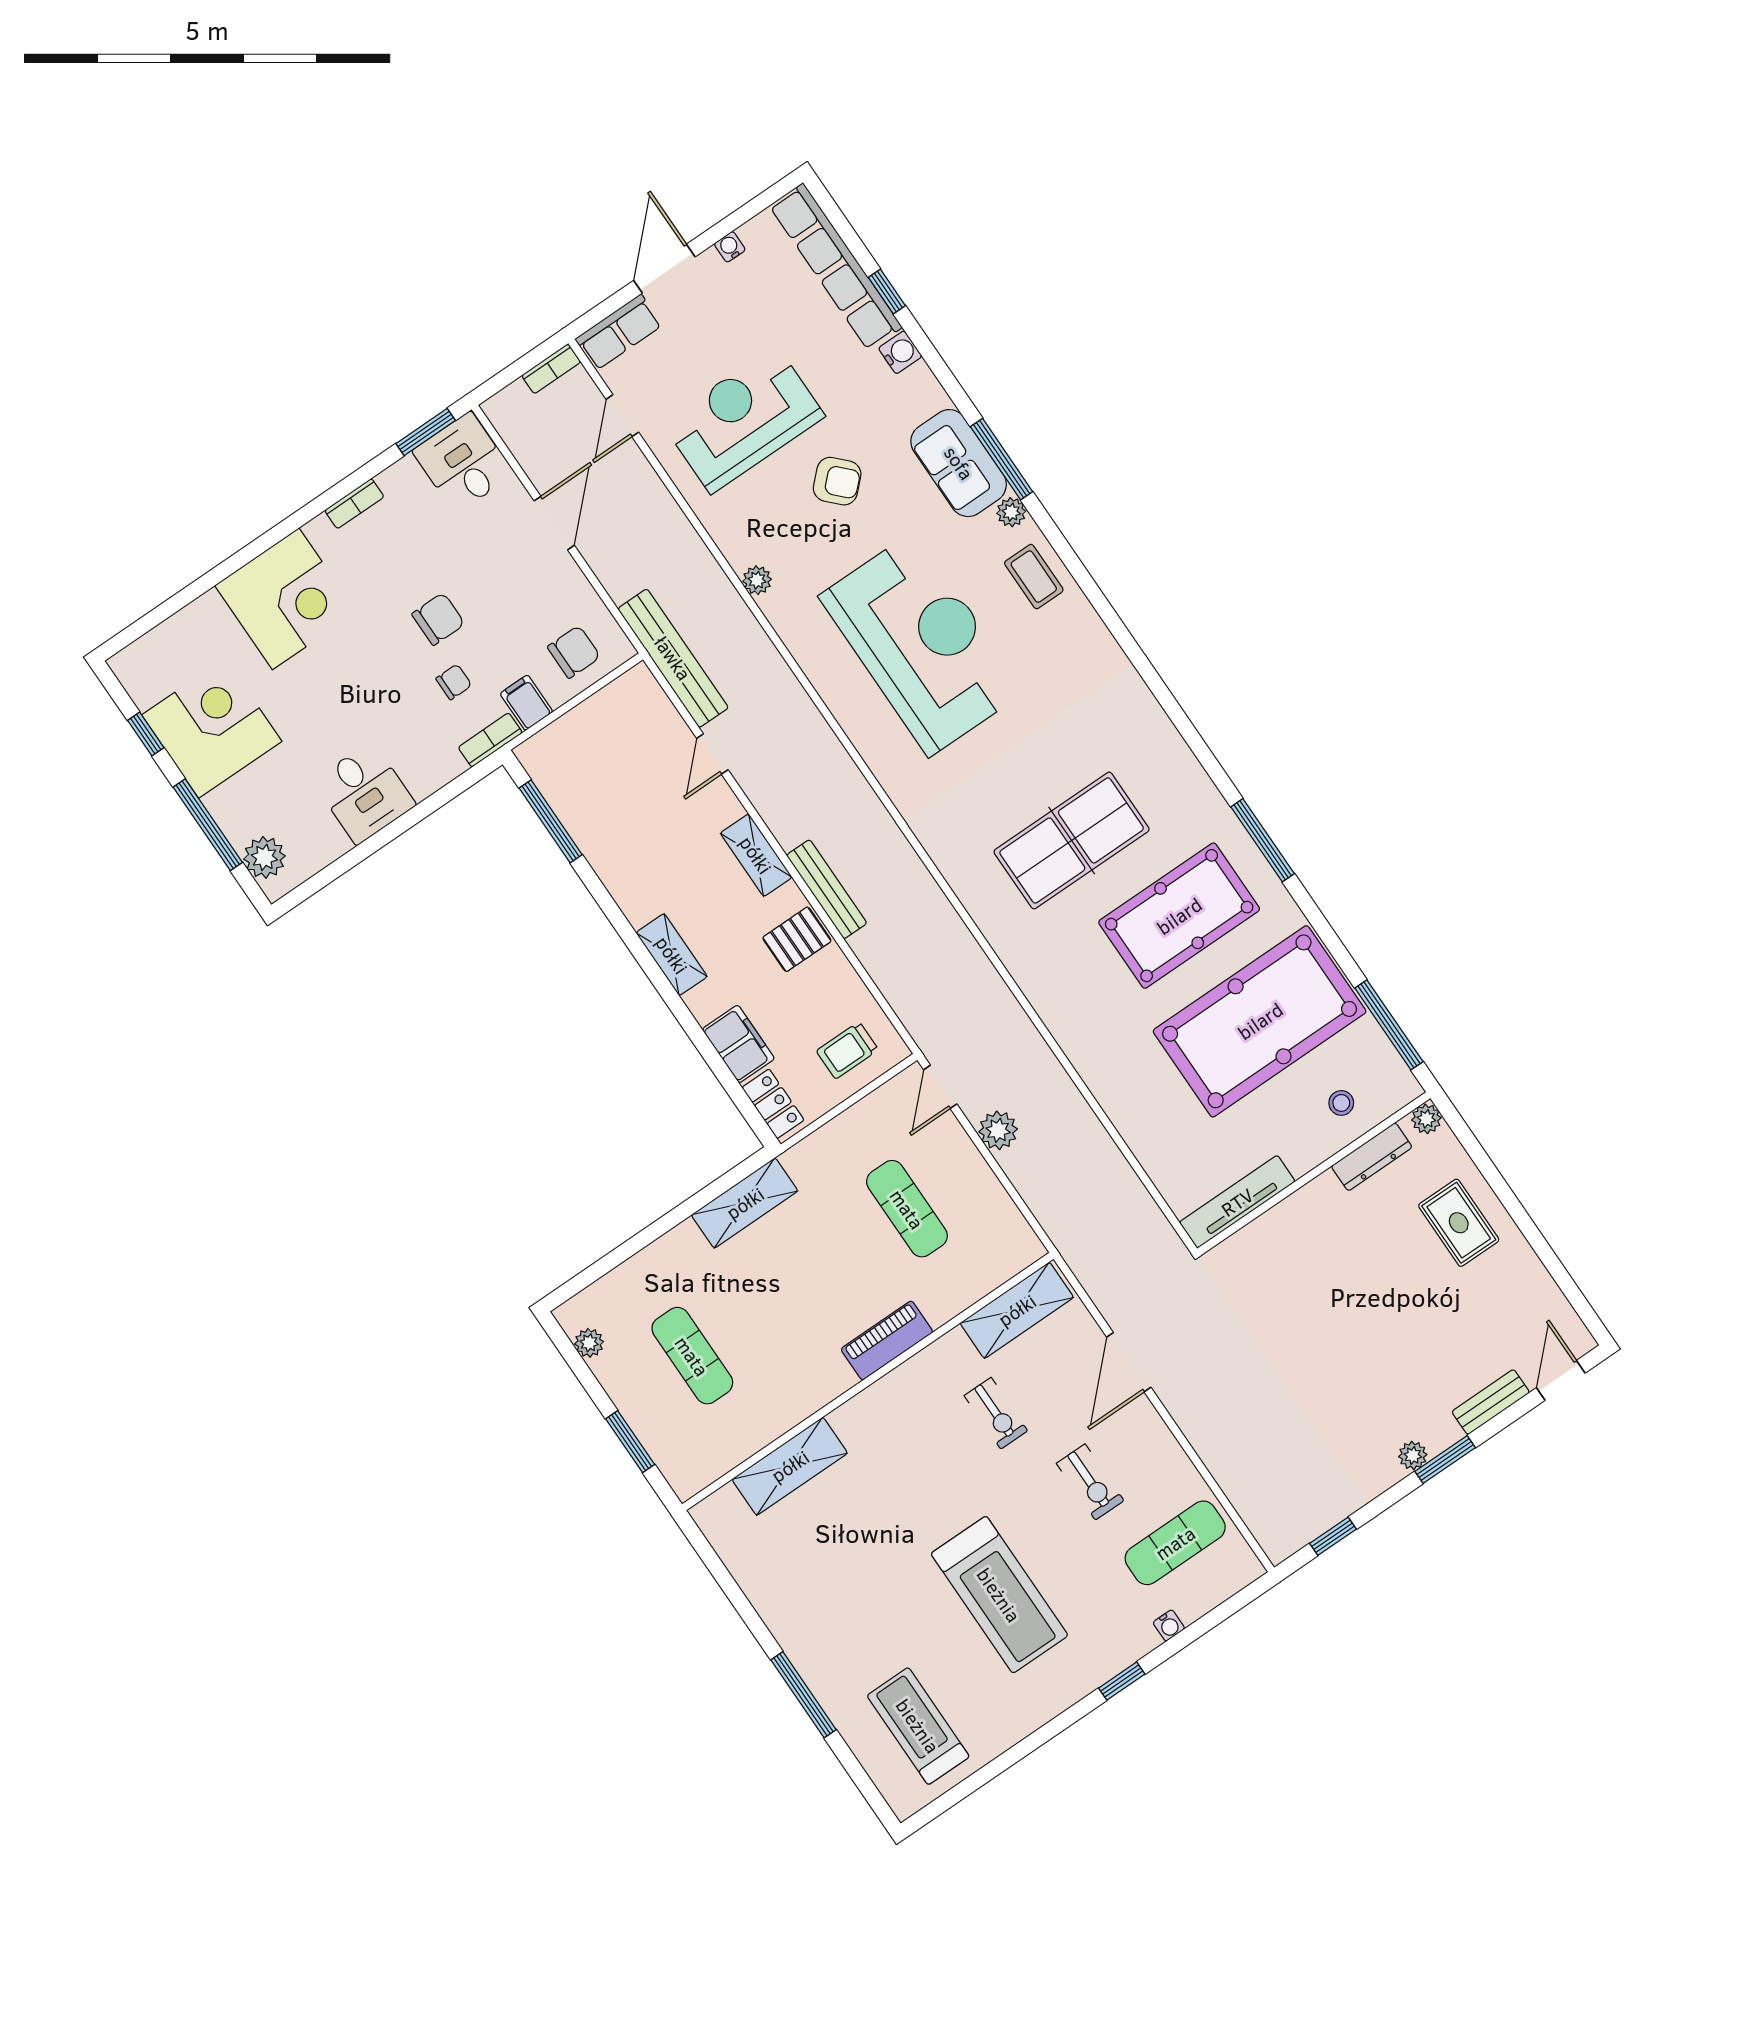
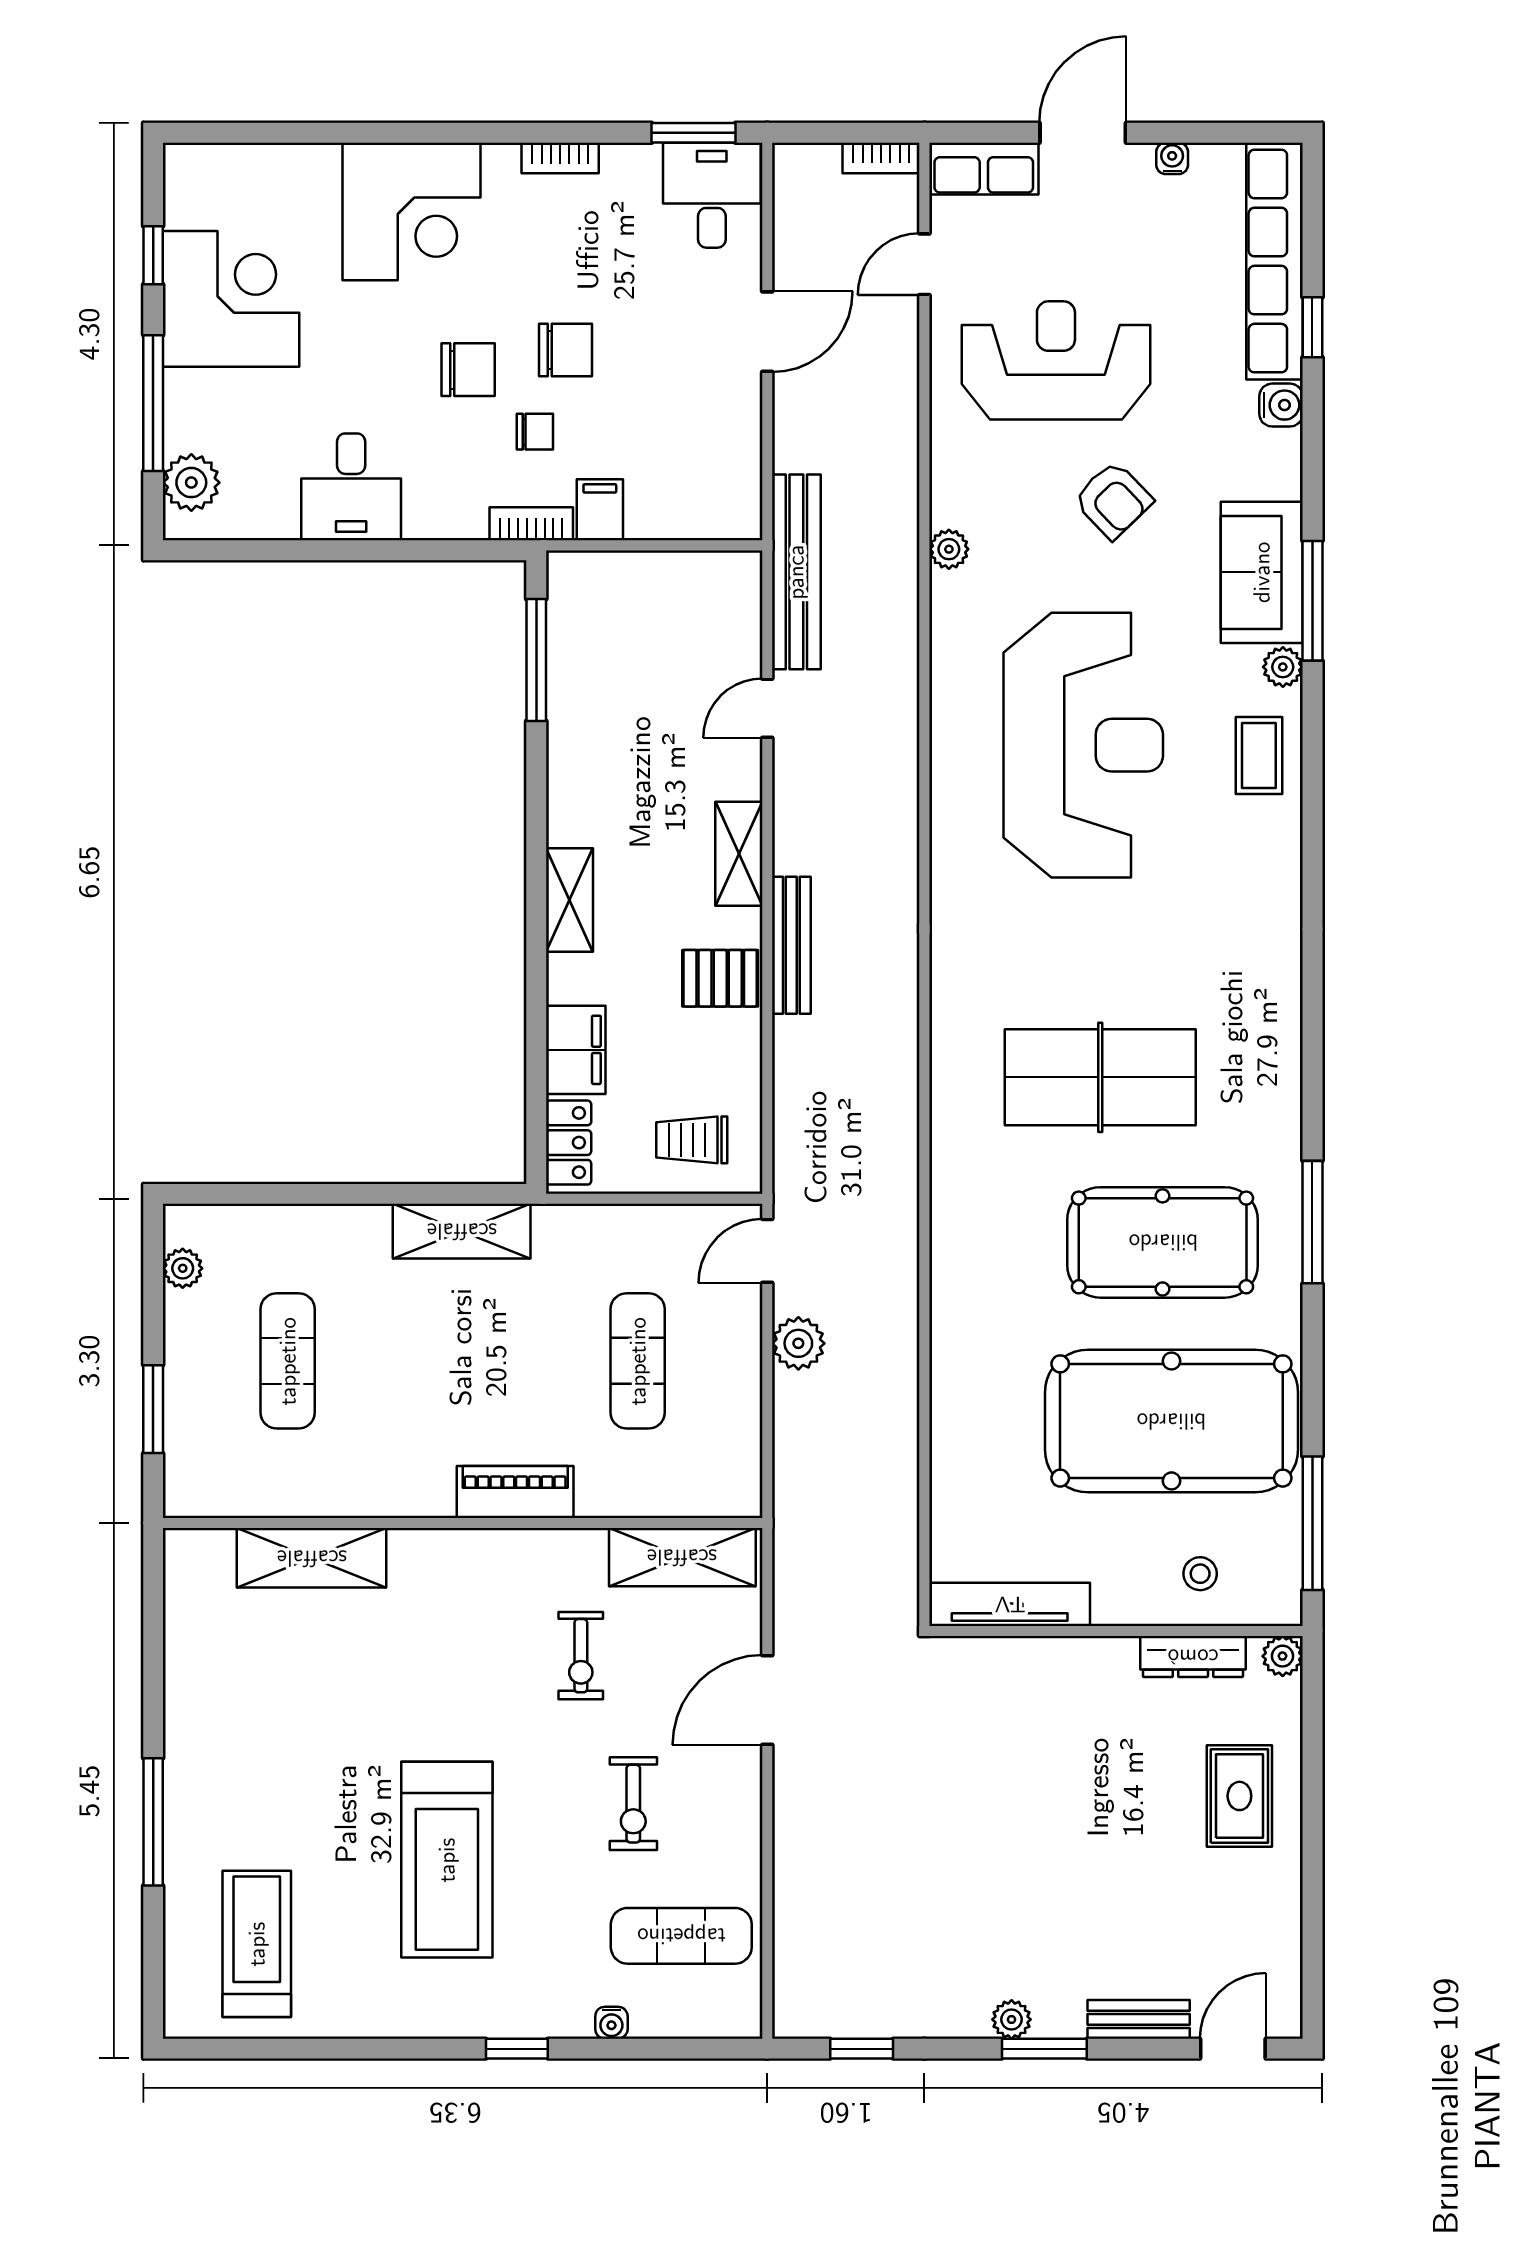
chair: (574, 652) -> (468, 370), moved

